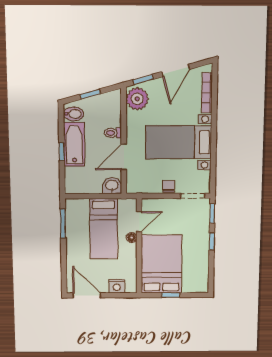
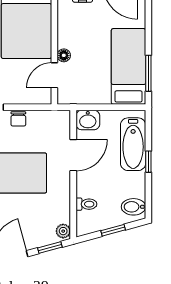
plant: (137, 99) -> (63, 231), width x0.53, depth x0.53
toilet: (113, 133) -> (86, 204), moved
bathtub: (74, 144) -> (133, 144), moved
bed: (104, 229) -> (128, 66), moved

